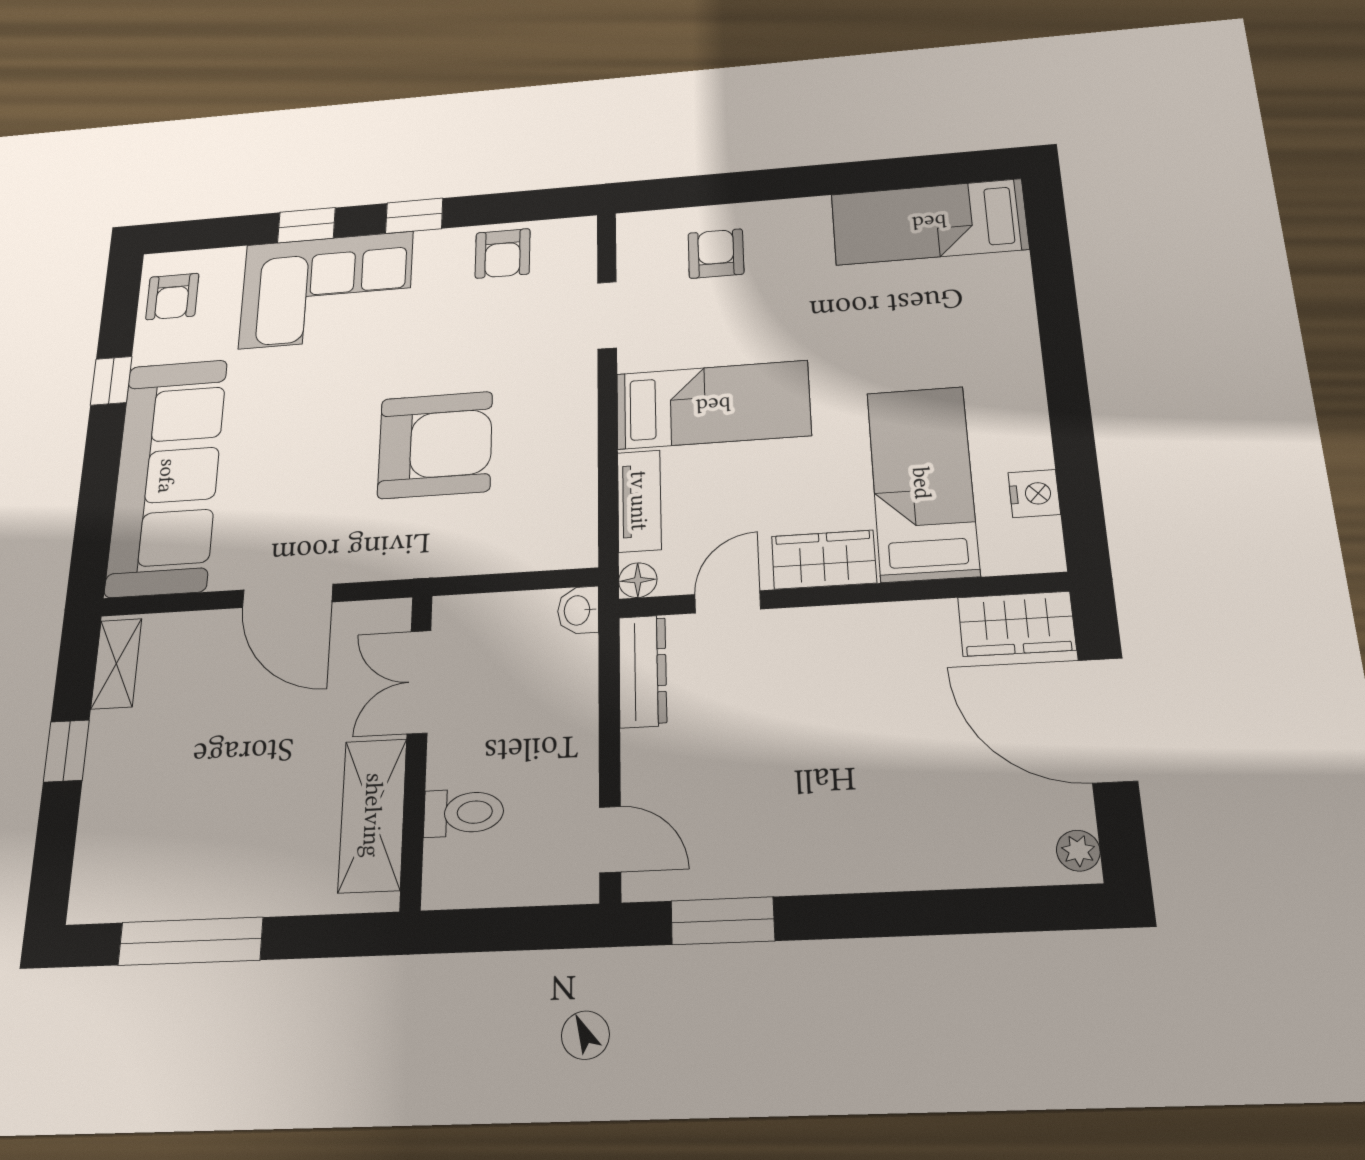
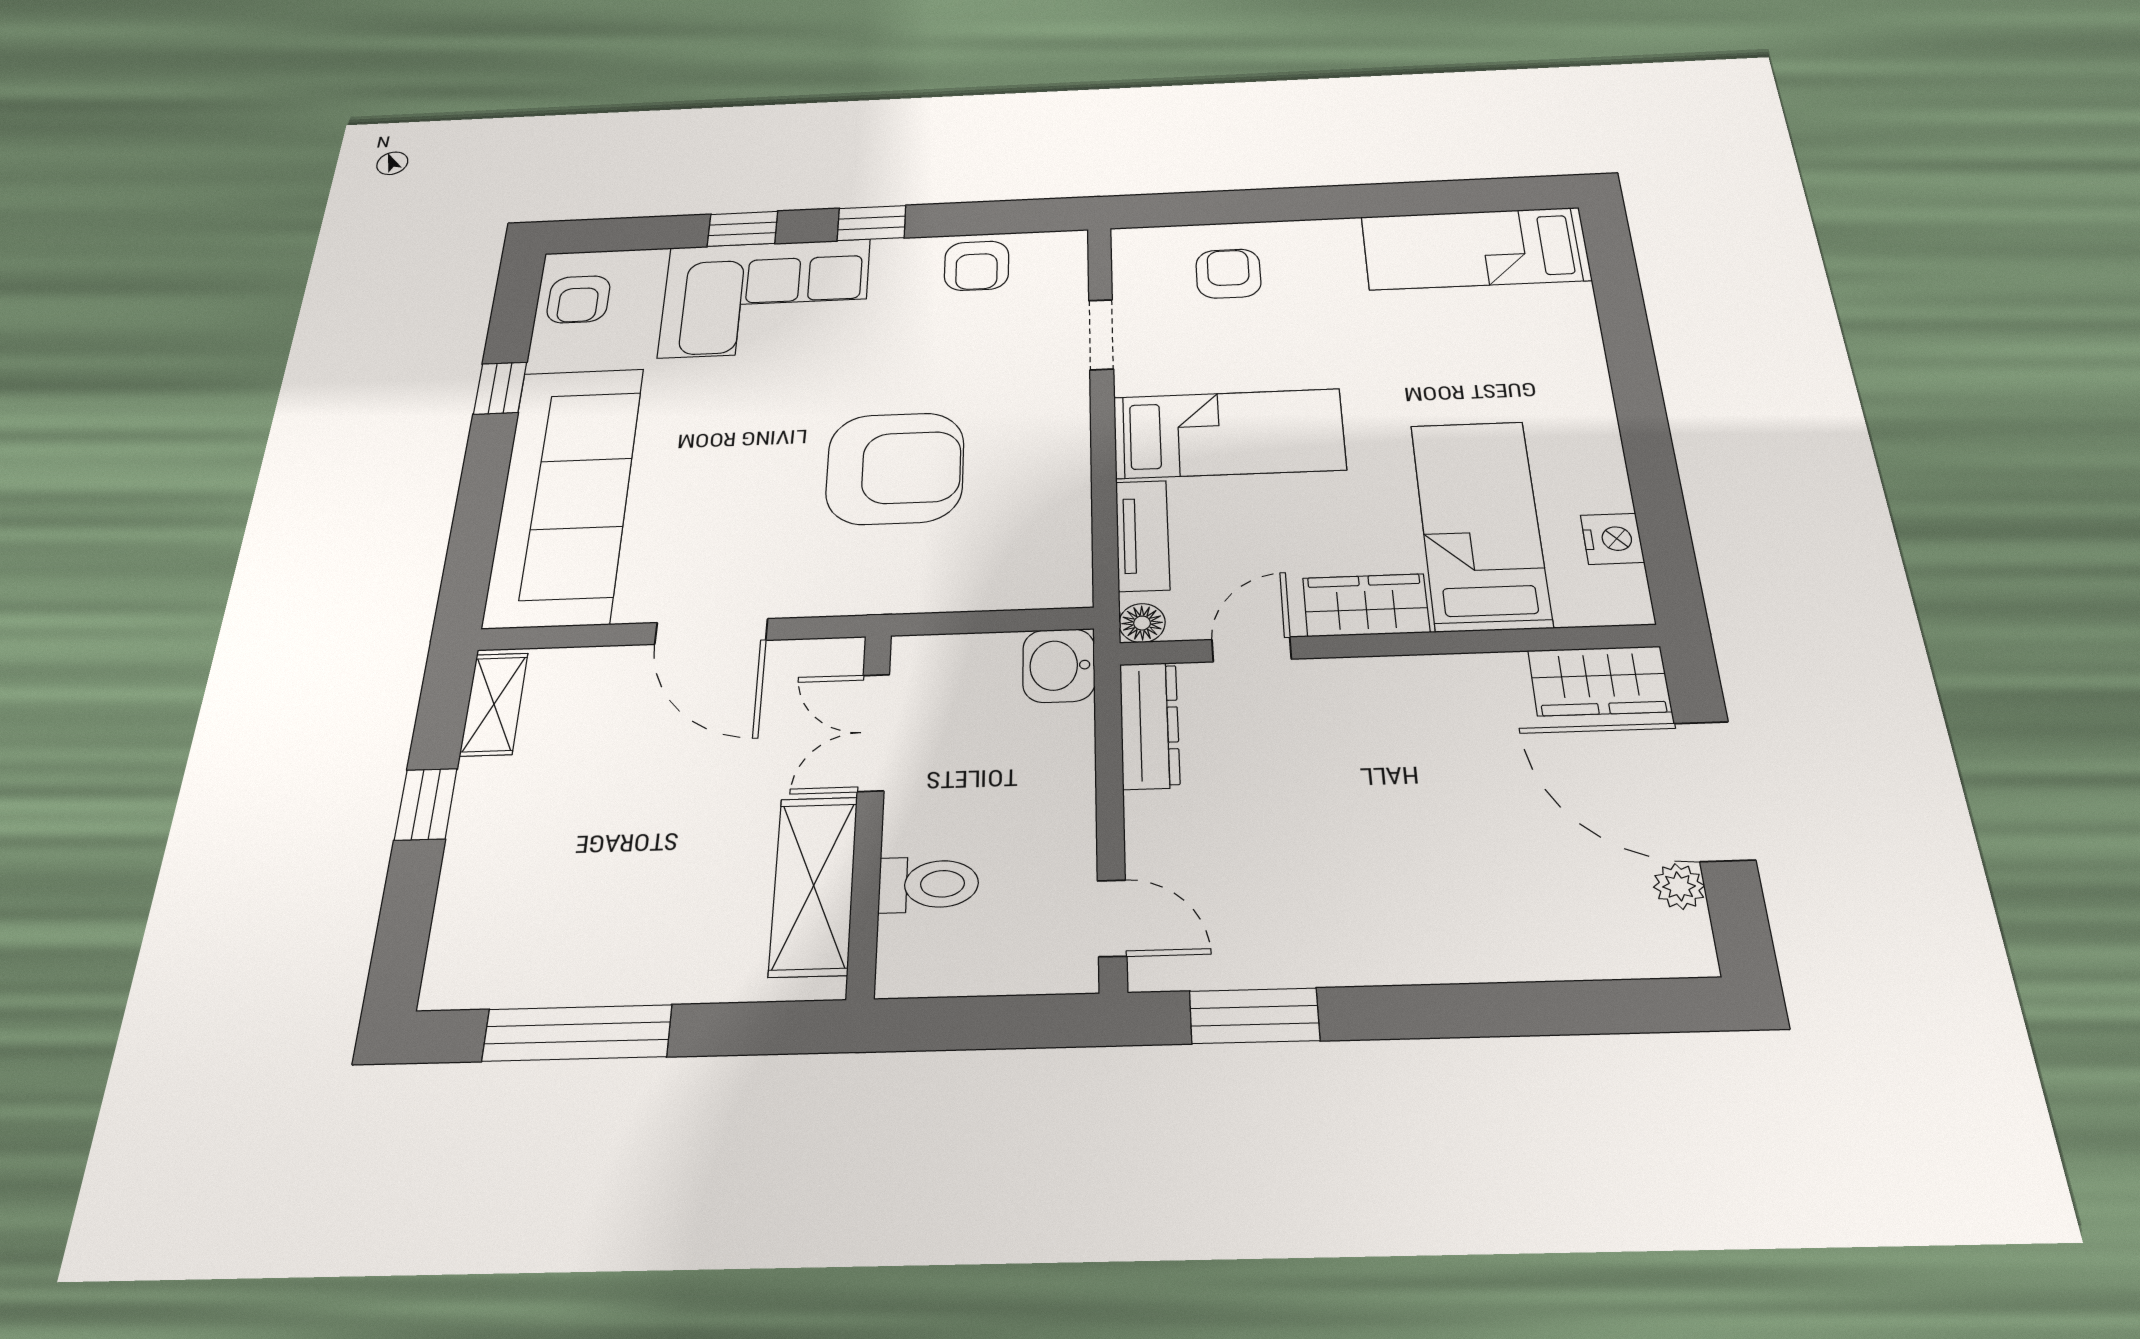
washbasin: (578, 610) -> (1059, 665), width x1.38, depth x1.45
plant: (1078, 851) -> (1679, 886), moved

